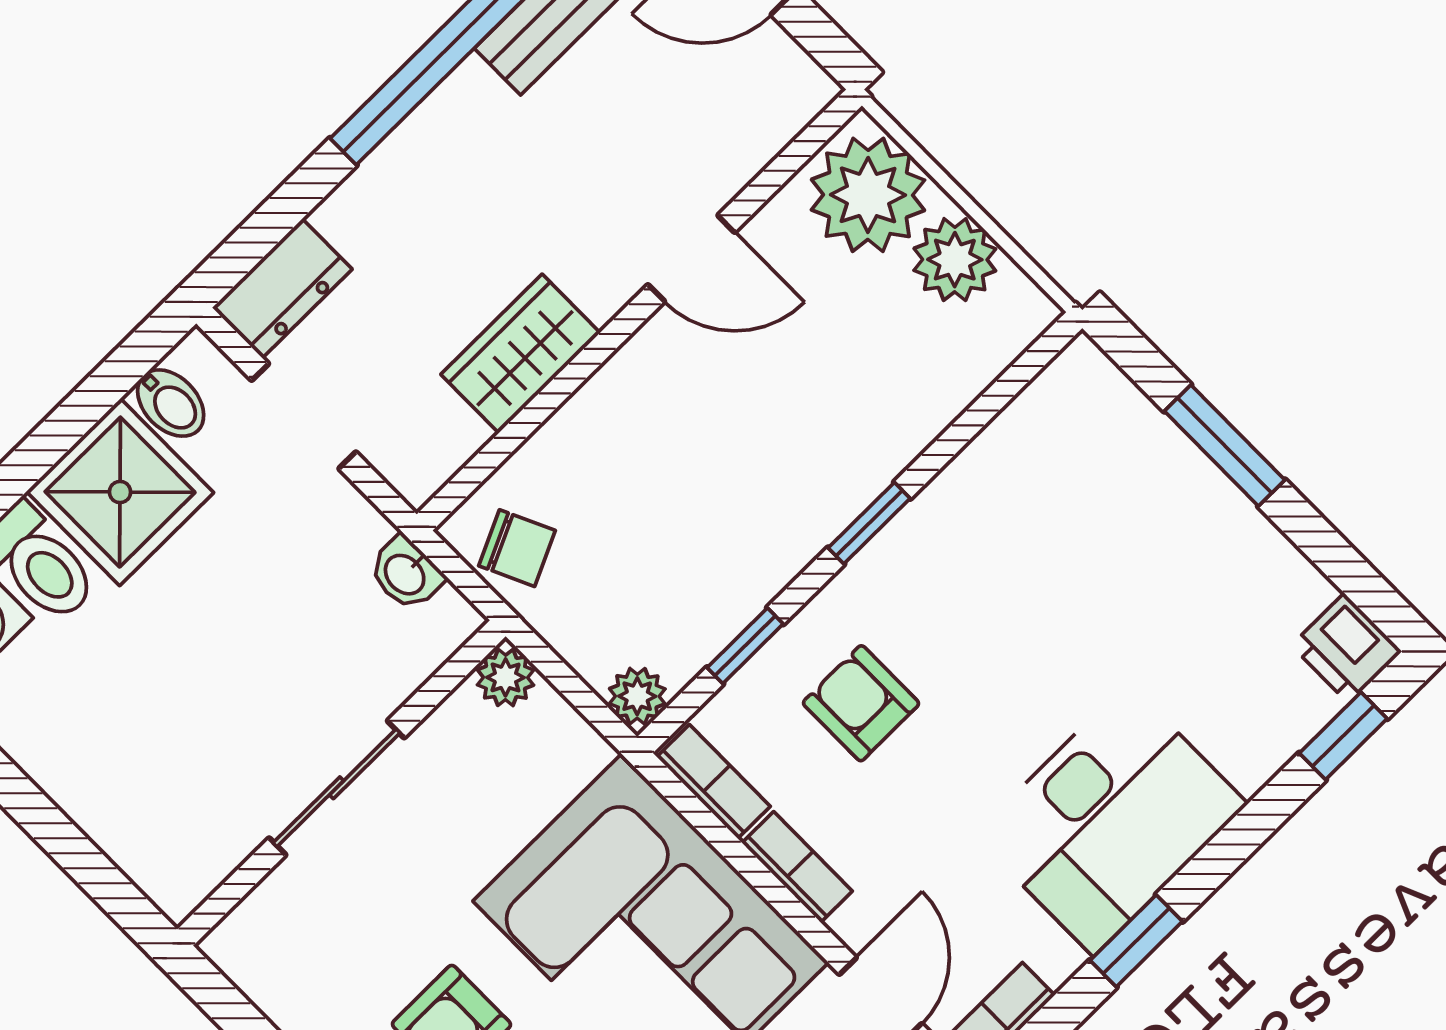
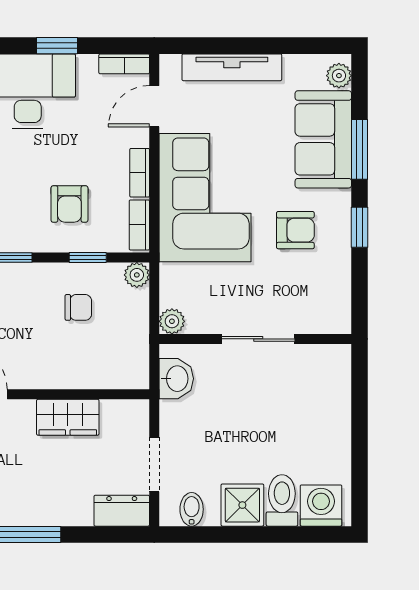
shower: (120, 492) -> (242, 505), width x0.73, depth x0.73
chair: (517, 548) -> (78, 307), moved, turned 115
washbasin: (406, 573) -> (176, 379), width x1.38, depth x1.45

